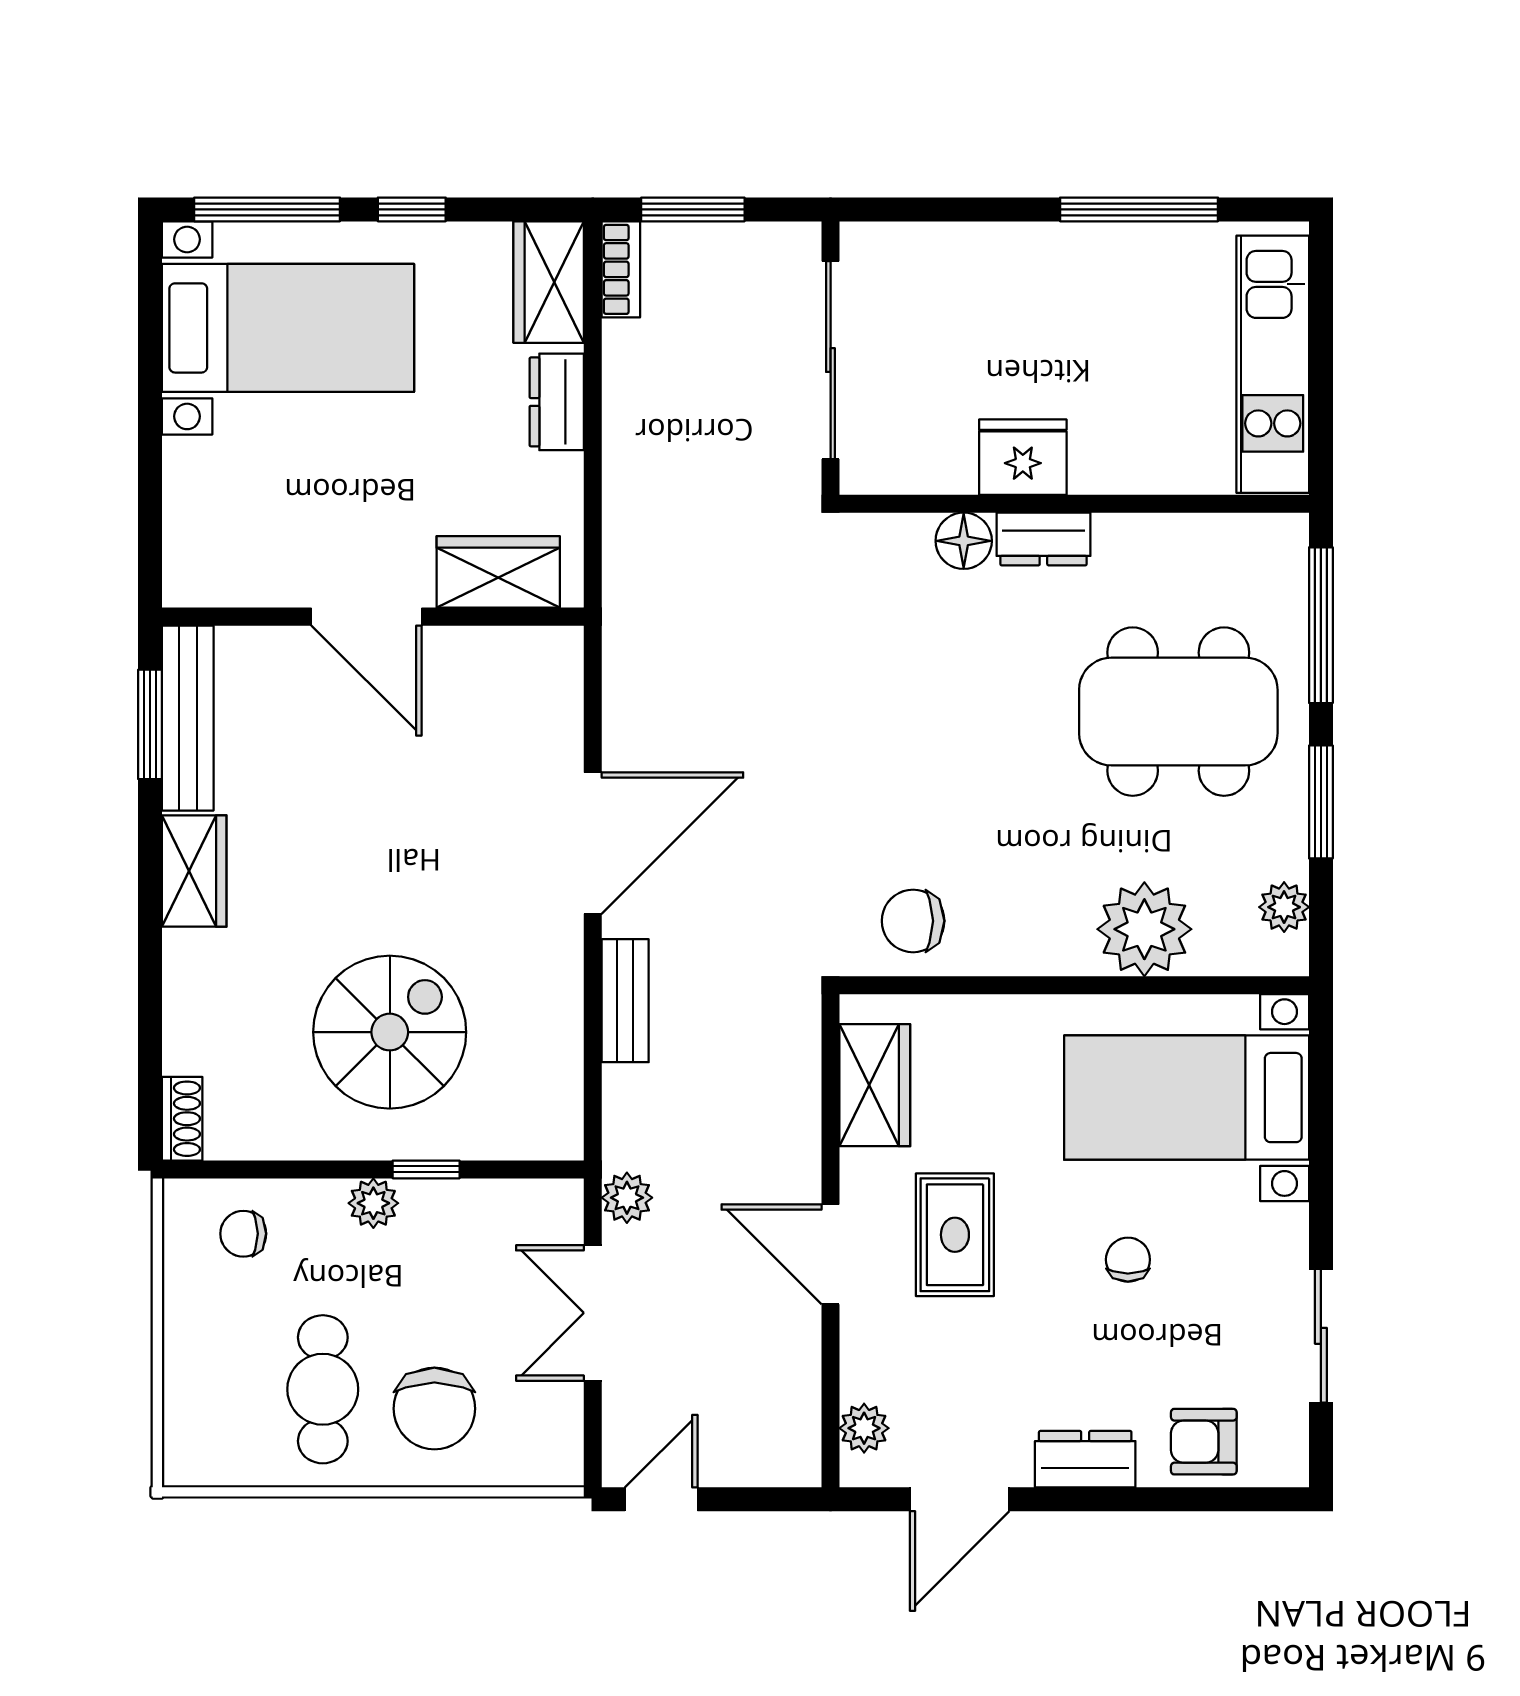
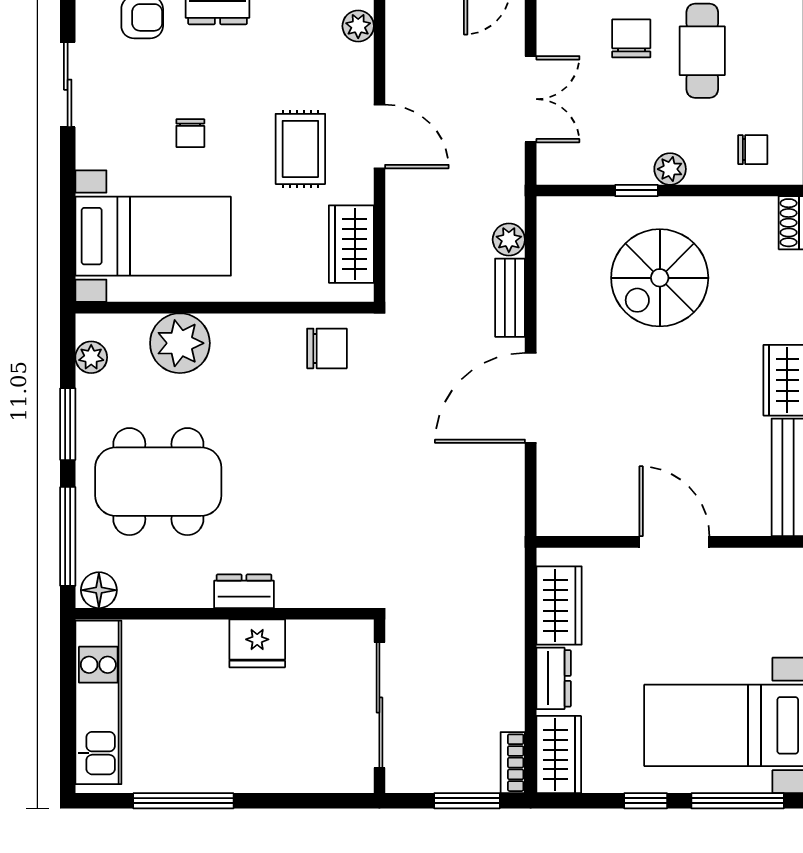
floor lamp: (964, 541) -> (99, 590), moved
wardrobe: (498, 572) -> (559, 605), moved, turned -90
plant: (627, 1198) -> (509, 240), moved
chair: (434, 1409) -> (631, 38), width x0.73, depth x0.73

